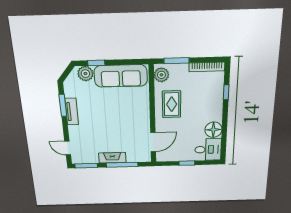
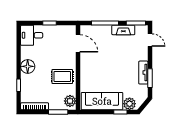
rug: (172, 104) -> (62, 76), turned 90
floor lamp: (213, 130) -> (28, 66), moved
door: (153, 142) -> (78, 43), swing flipped
fireplace: (112, 158) -> (123, 30), moved

